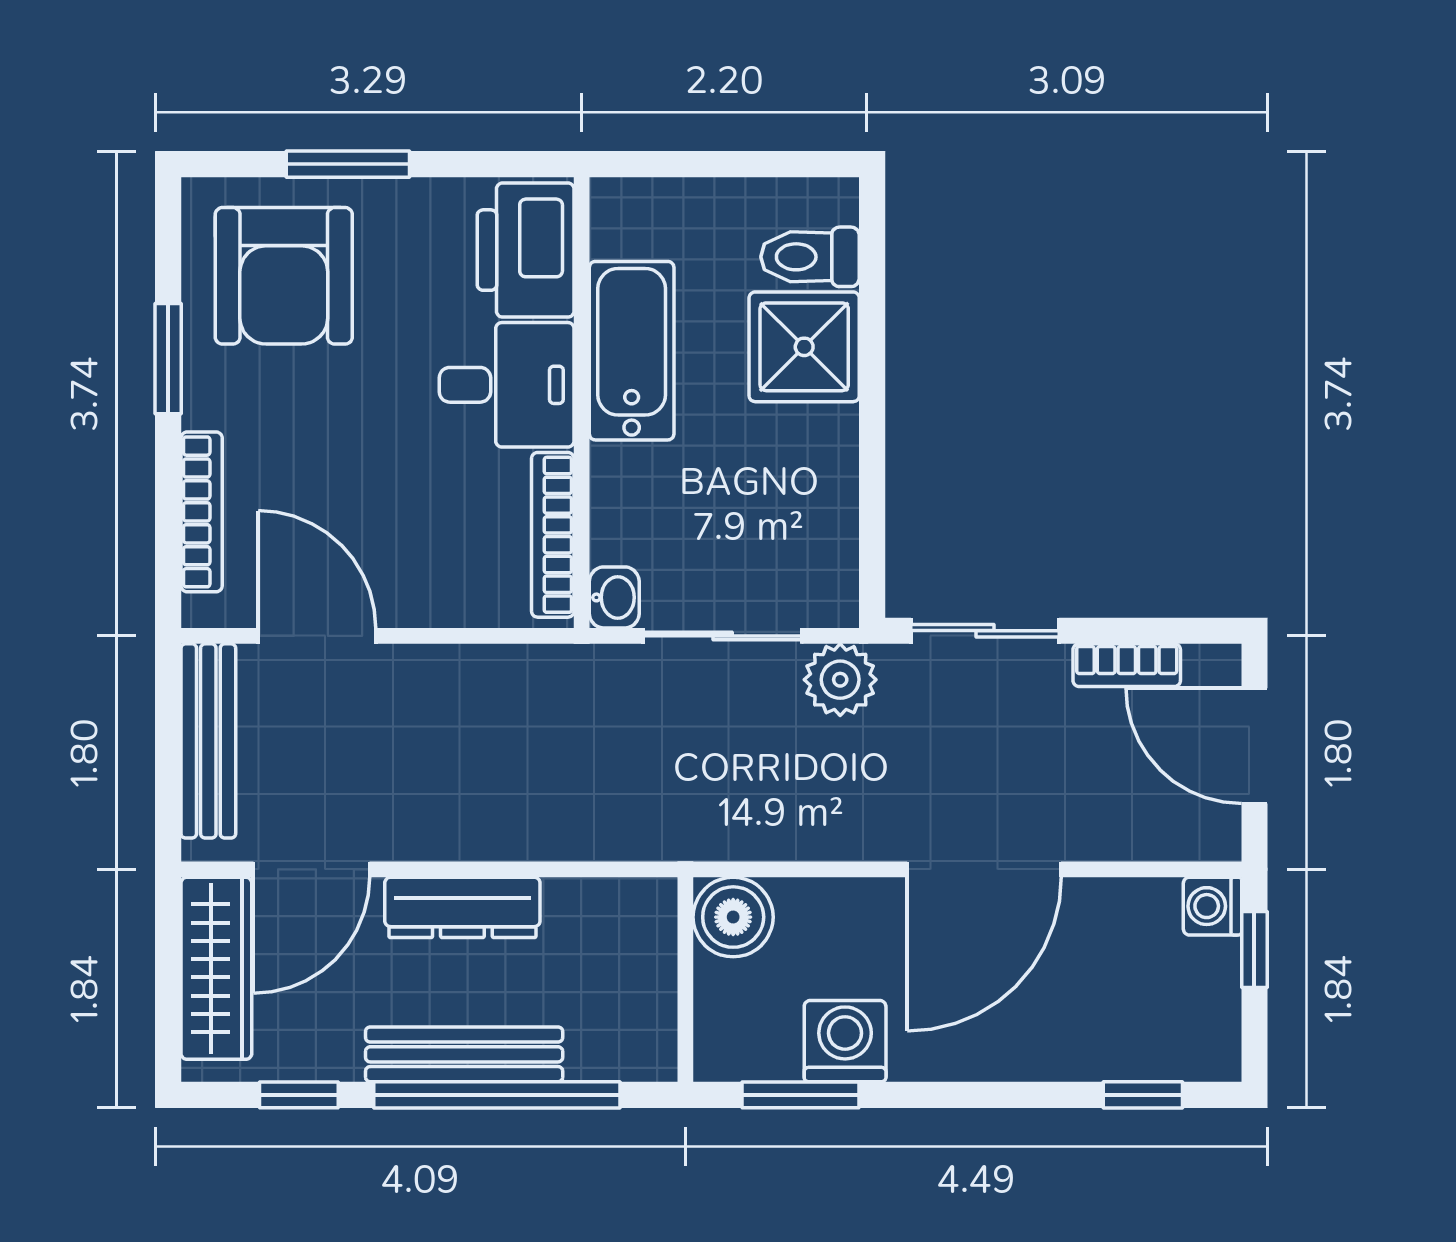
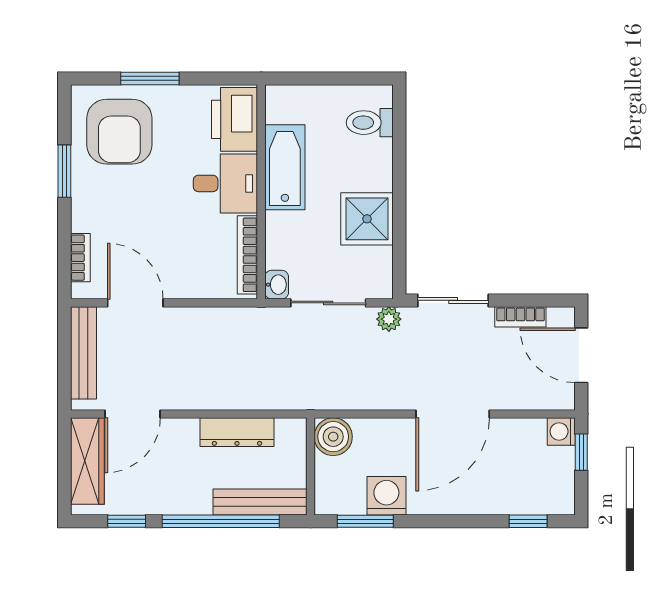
shower: (804, 347) -> (367, 219), moved
bookcase: (202, 512) -> (80, 258), width x0.64
plant: (840, 680) -> (389, 319), width x0.73, depth x0.73
dresser: (462, 907) -> (237, 432), moved
bench: (464, 1054) -> (260, 502), moved

